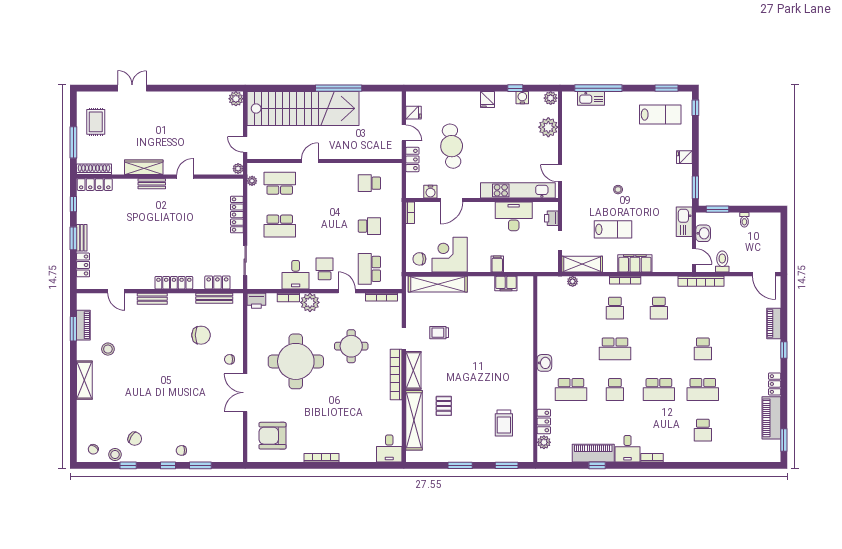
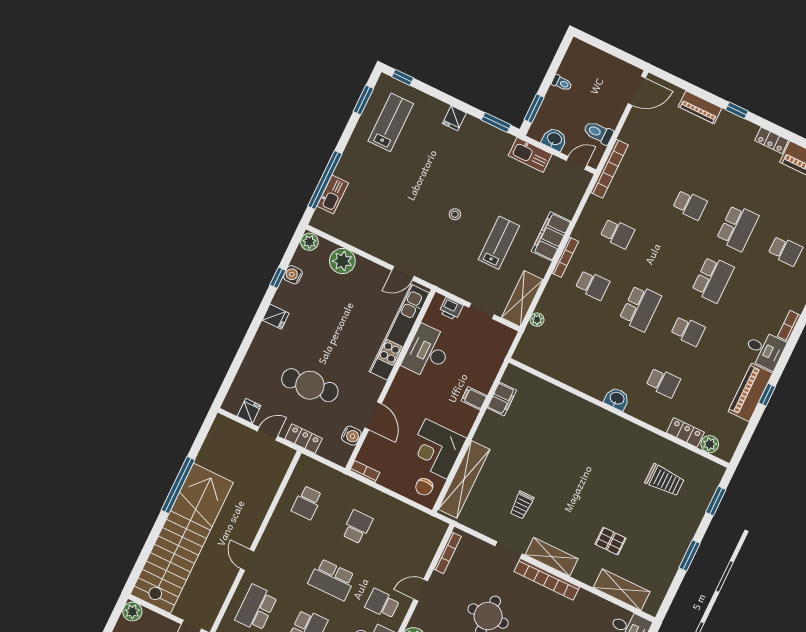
school desk: (369, 269) -> (332, 579), moved
school desk: (571, 389) -> (663, 382), width x0.54
shelving: (414, 420) -> (622, 590), width x0.68

